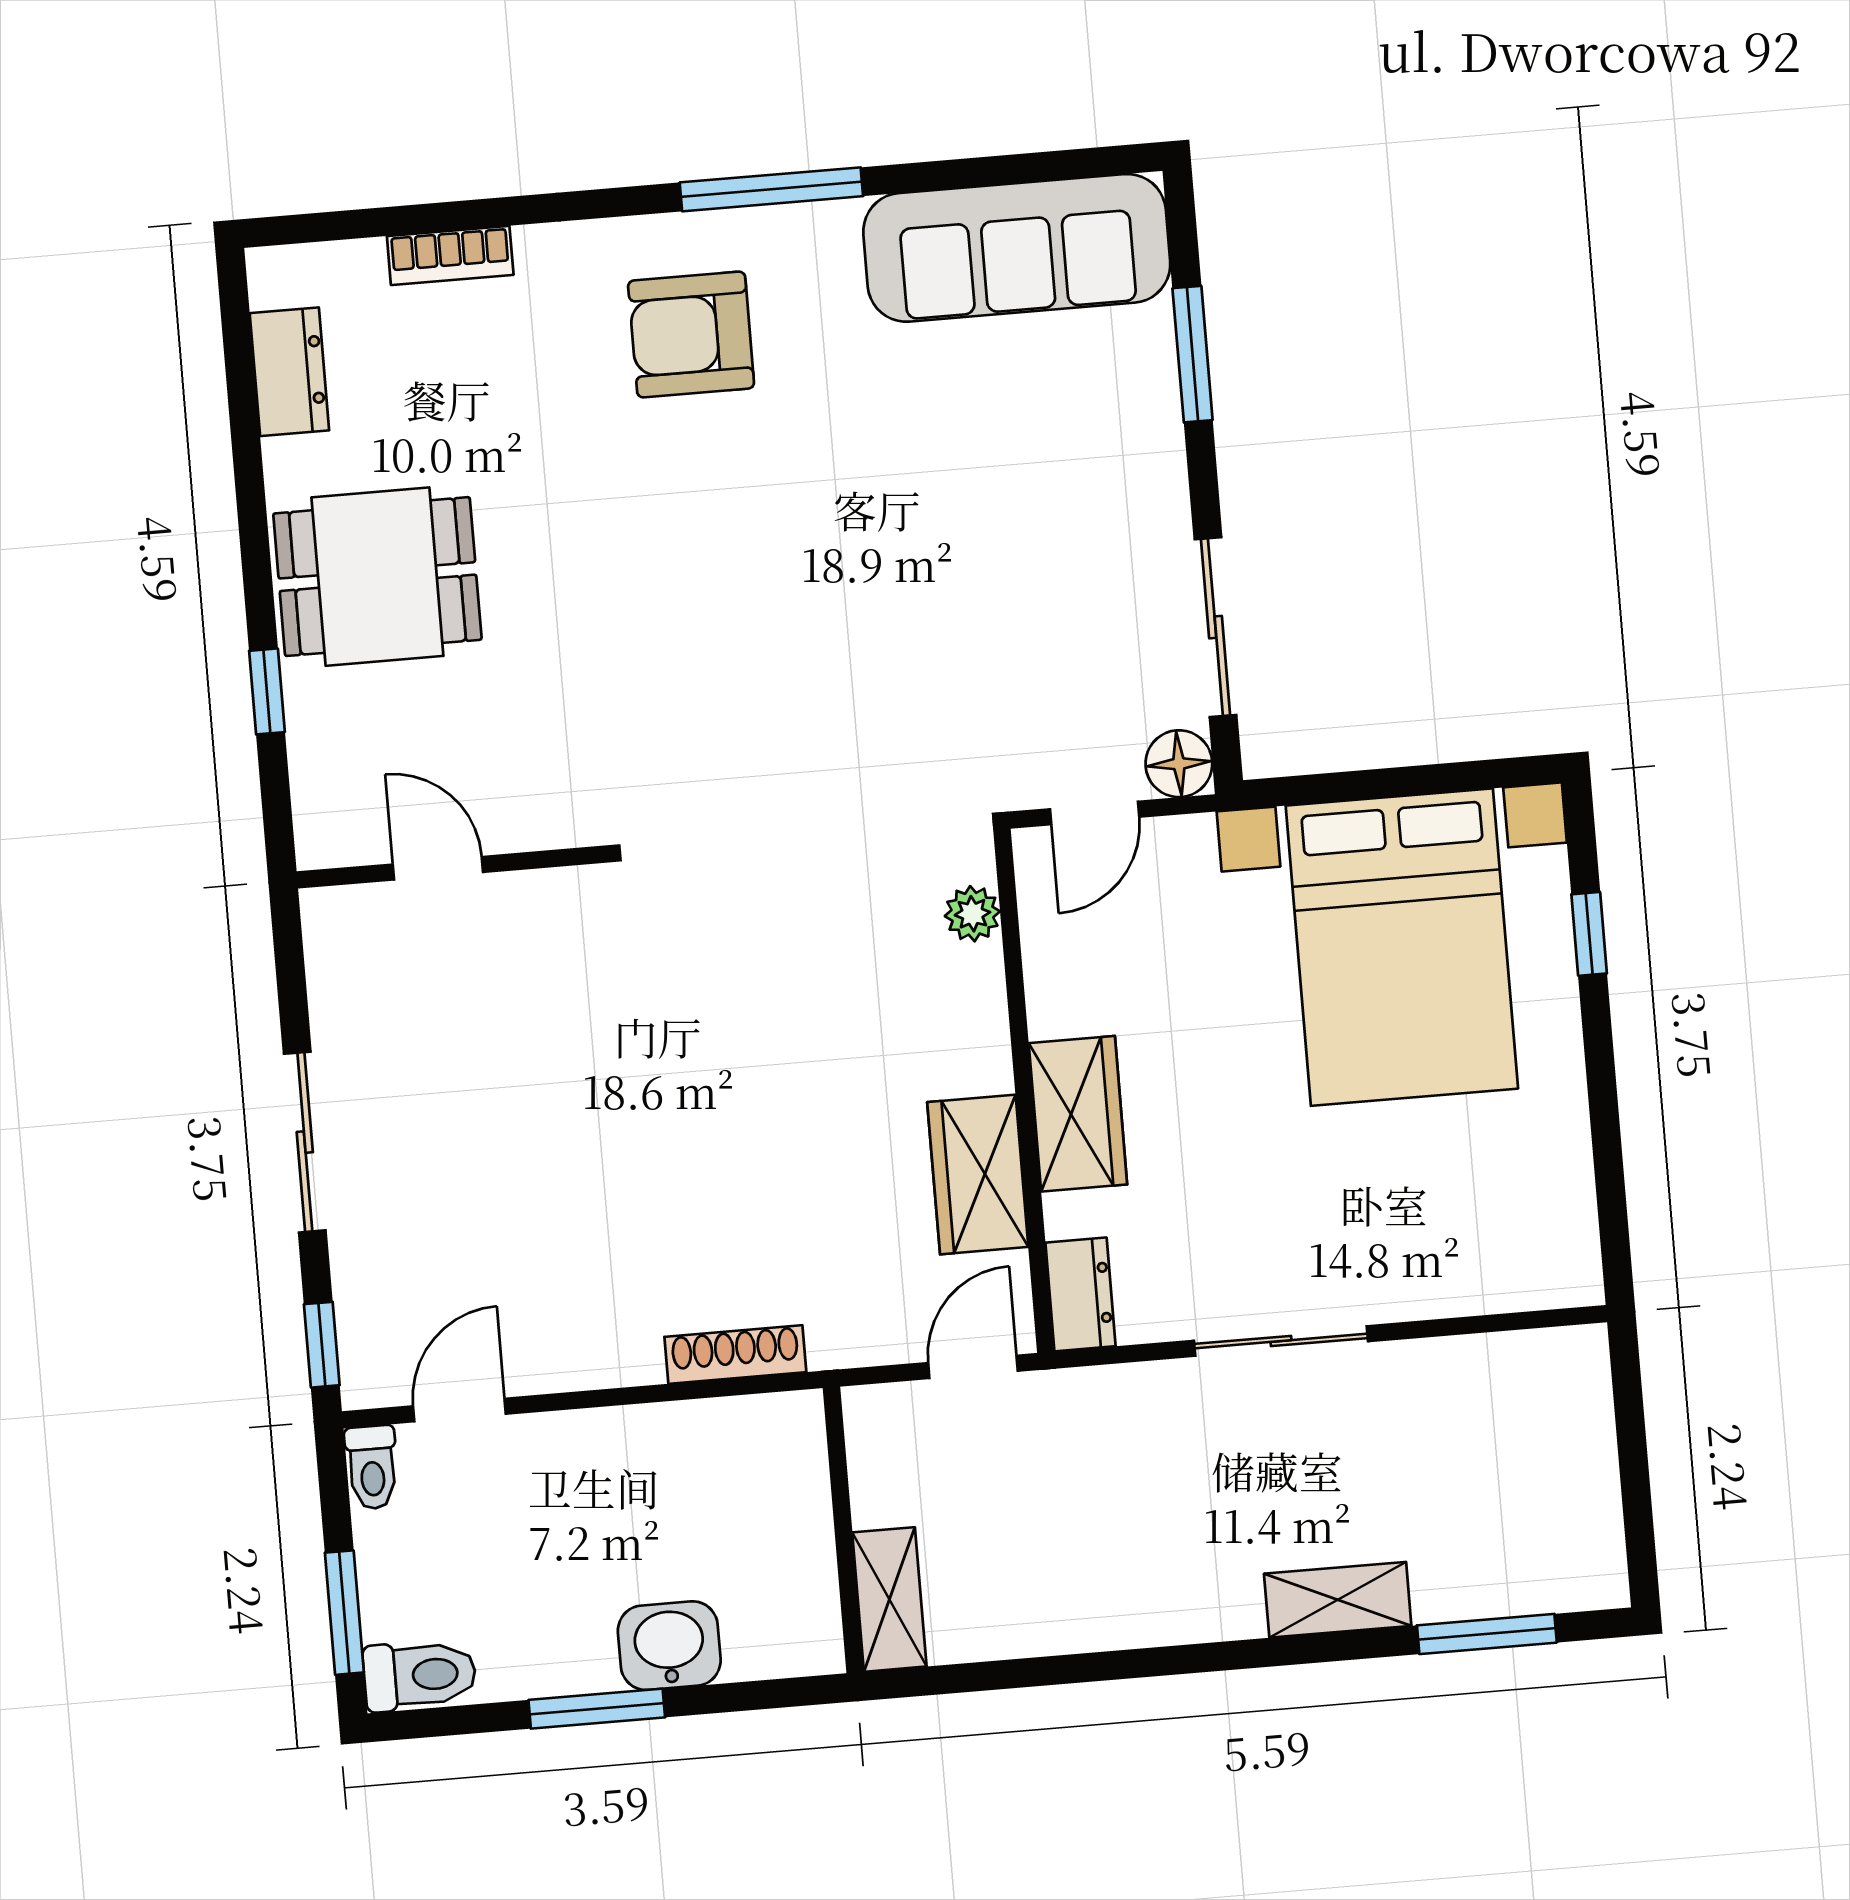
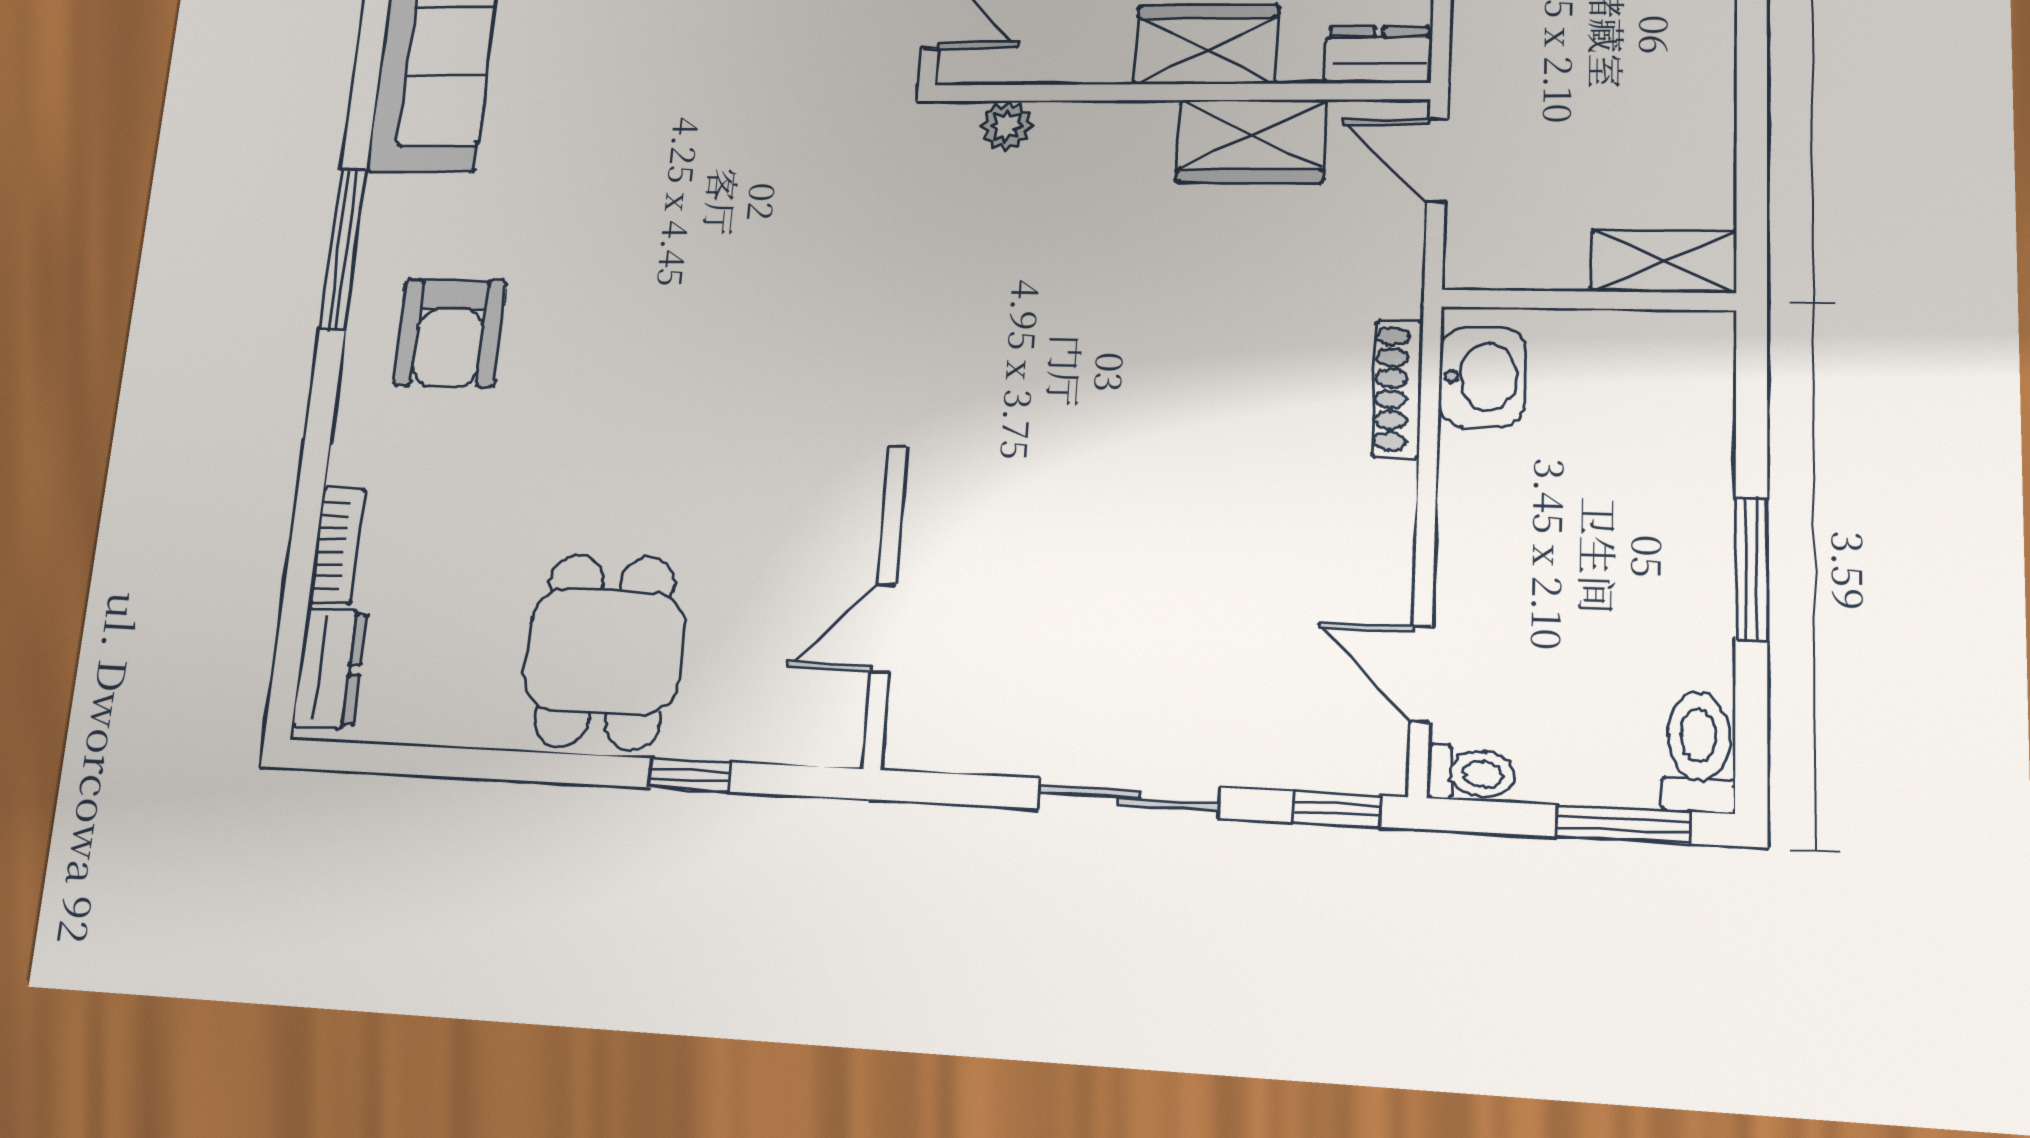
dresser: (289, 372) -> (330, 668), moved, turned 90
washbasin: (669, 1646) -> (1482, 377), moved, turned 180

